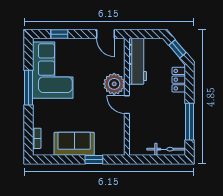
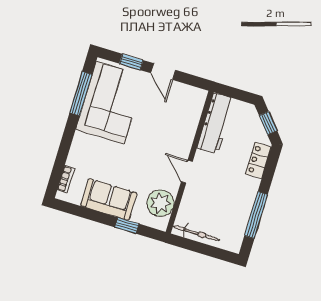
door: (106, 34) -> (163, 72), moved
plant: (114, 84) -> (160, 203), moved
window: (28, 88) -> (81, 94), moved
bicycle: (166, 149) -> (196, 233), moved

